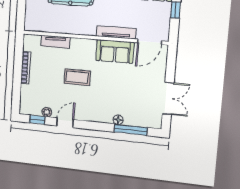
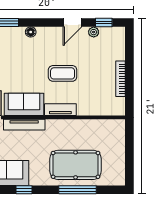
tv unit: (55, 42) -> (60, 110), moved
floor lamp: (118, 120) -> (31, 32), moved

